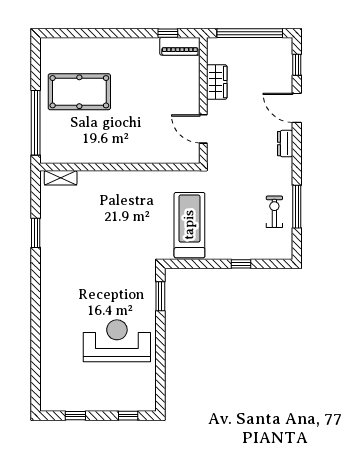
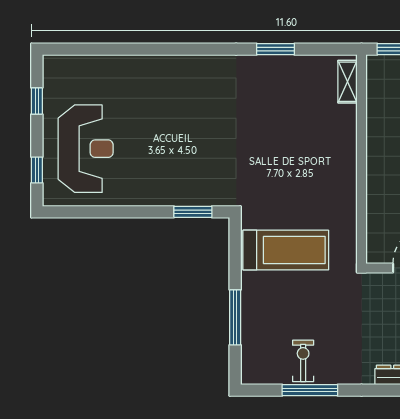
exercise bike: (274, 212) -> (303, 361), turned -90
window: (241, 264) -> (235, 317), width x2.17
reception desk: (117, 341) -> (86, 149), moved

